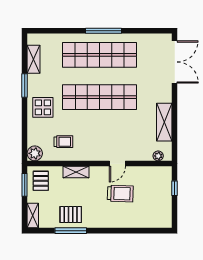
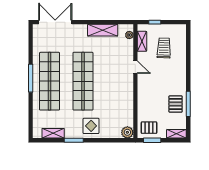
trolley: (63, 142) -> (118, 110), removed
shelving: (76, 172) -> (142, 41), moved
trolley: (120, 193) -> (164, 48), moved

